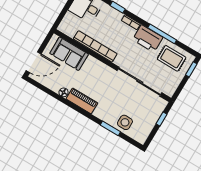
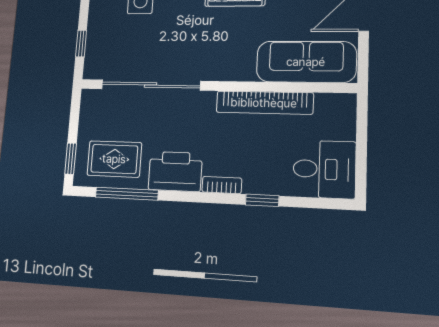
window: (162, 34) -> (127, 194), moved
sofa: (69, 54) -> (306, 62), width x1.36

